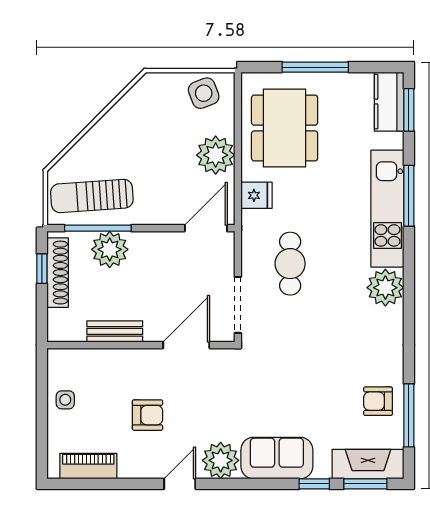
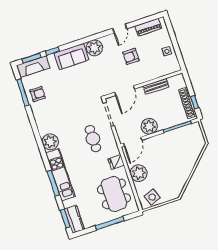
sun lounger: (92, 196) -> (184, 139), removed
plant: (110, 249) -> (149, 126), moved
door: (180, 484) -> (120, 29), moved

